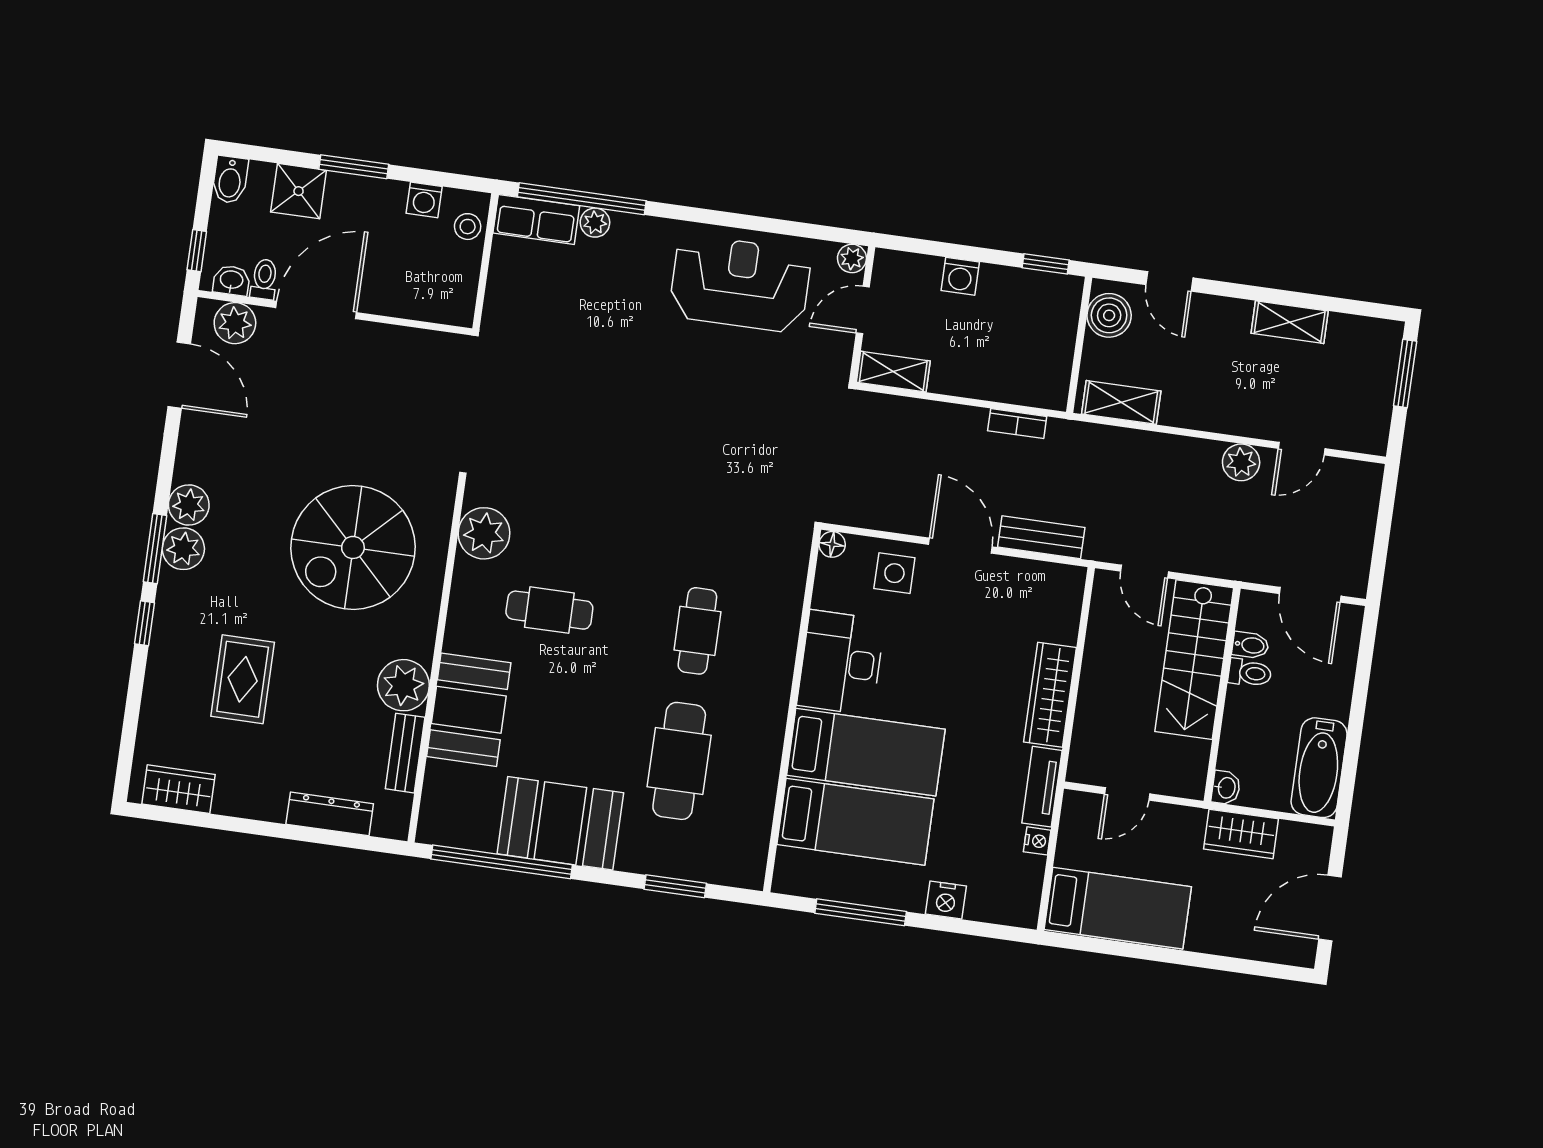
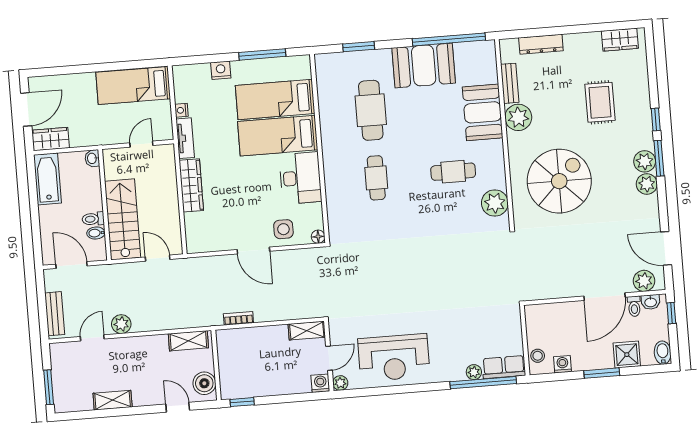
washing machine: (960, 276) -> (320, 383), moved
bench: (1041, 537) -> (55, 314), moved, turned 90
wardrobe: (1241, 834) -> (50, 139), moved

